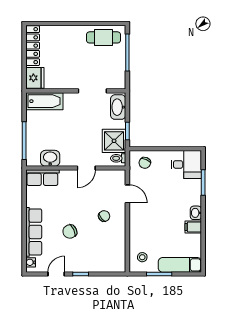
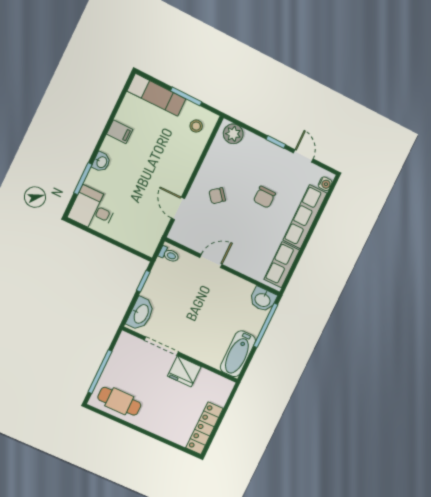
fridge: (35, 78) -> (184, 371), moved, turned -90
bathtub: (45, 101) -> (238, 354), moved, turned -90
shower: (114, 141) -> (164, 277), removed
washbasin: (50, 158) -> (263, 300), moved
chair: (145, 163) -> (141, 235), removed
row of seats: (42, 178) -> (282, 265), moved, turned -90
washbasin: (196, 213) -> (101, 162), moved
chair: (70, 232) -> (264, 197), turned 115
plant: (114, 265) -> (233, 134), added
door: (56, 274) -> (303, 156), swing flipped

